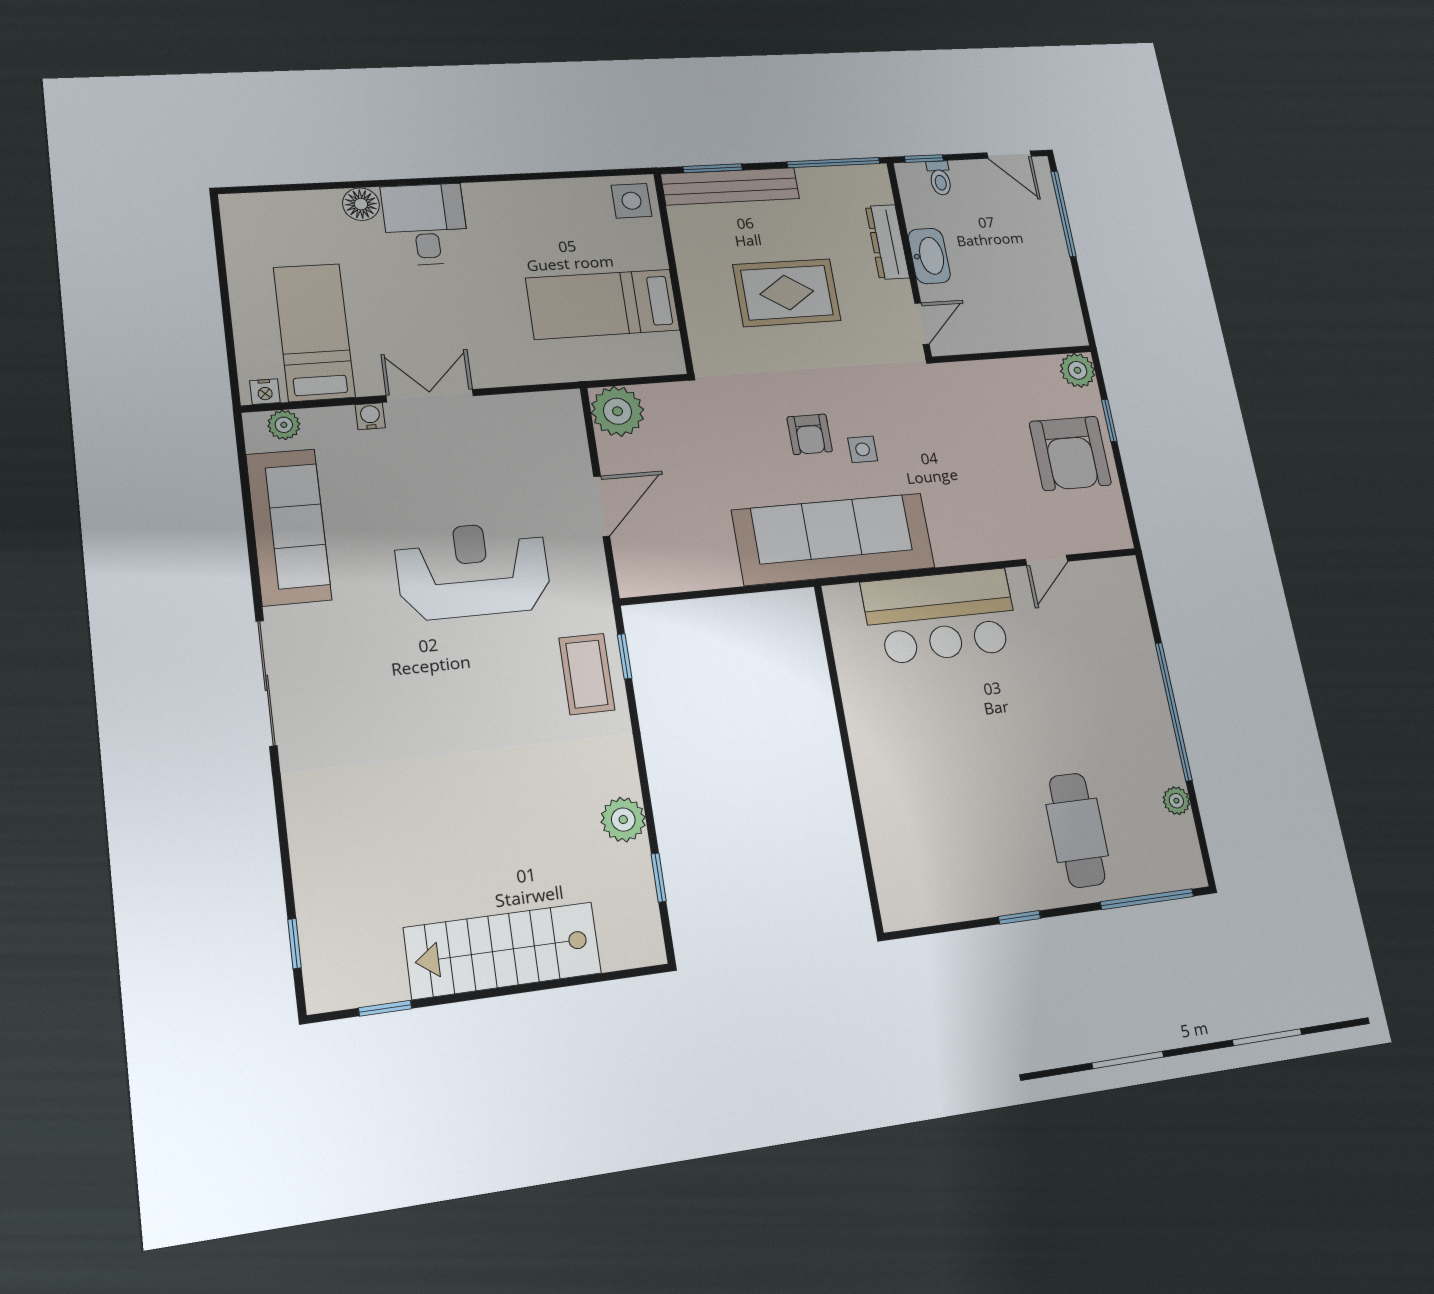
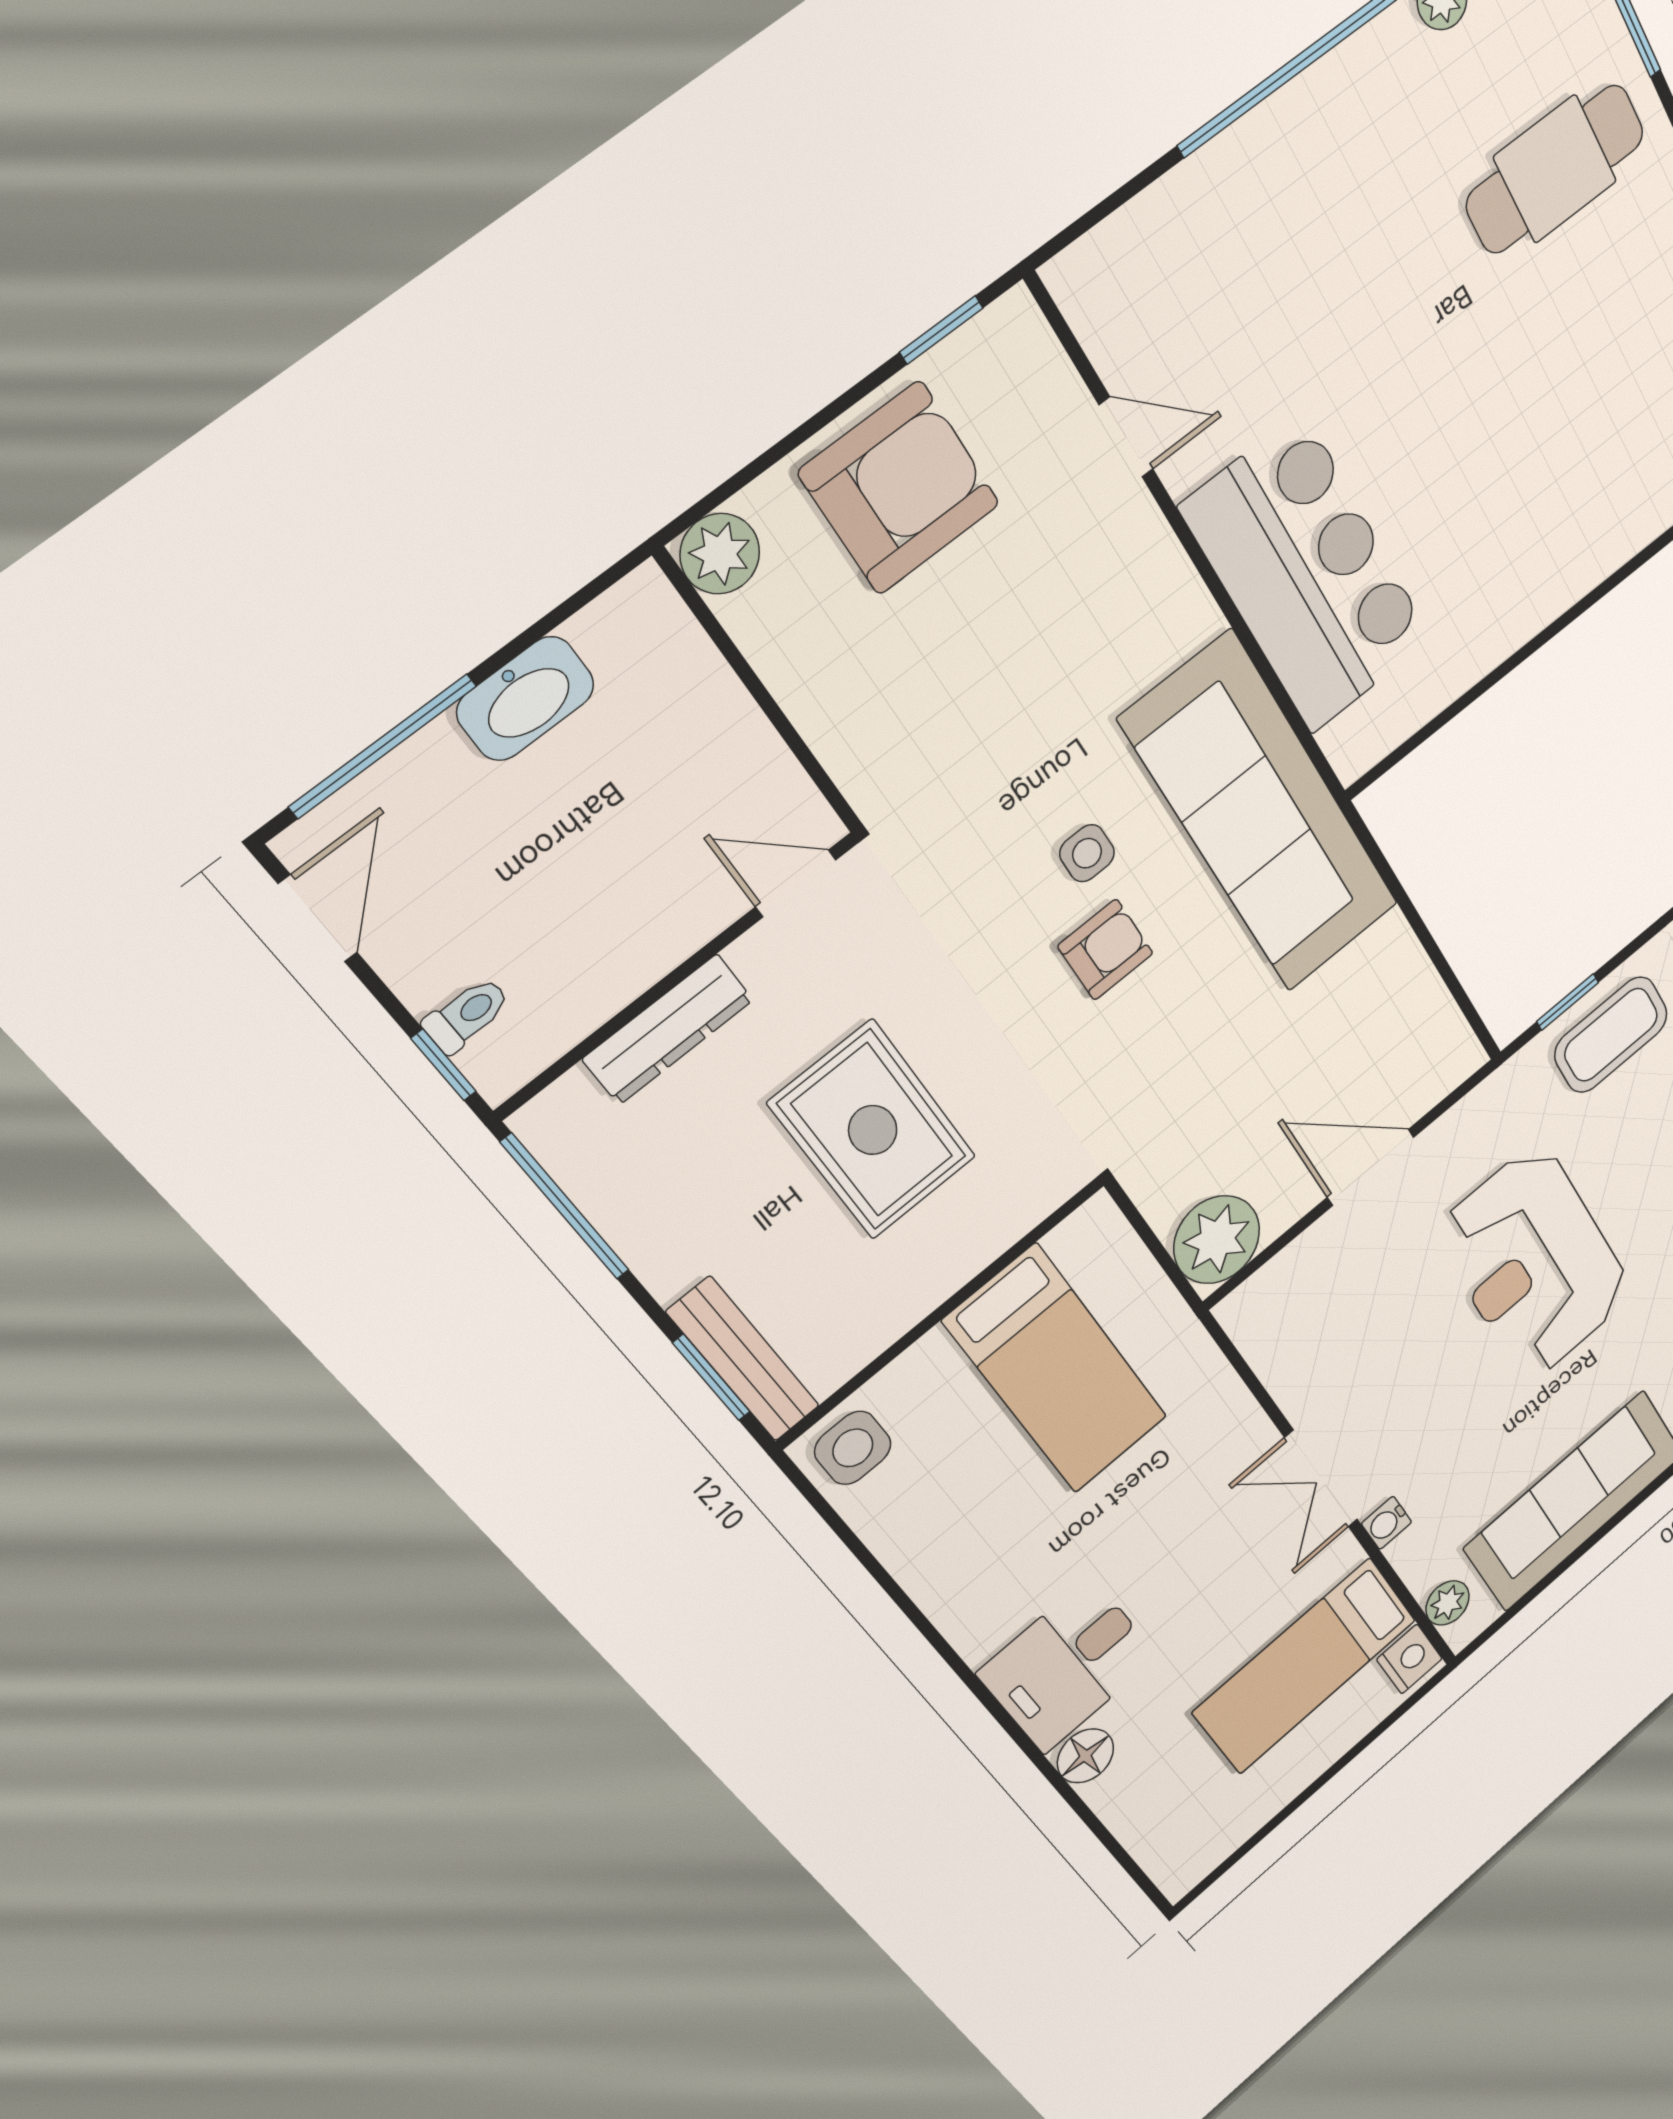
bench: (730, 186) -> (743, 1359), width x0.73, depth x0.82
washbasin: (929, 256) -> (526, 699), moved, turned 180
nightstand: (265, 392) -> (1409, 1659), width x1.39, depth x1.35
window: (1109, 420) -> (941, 330), moved

